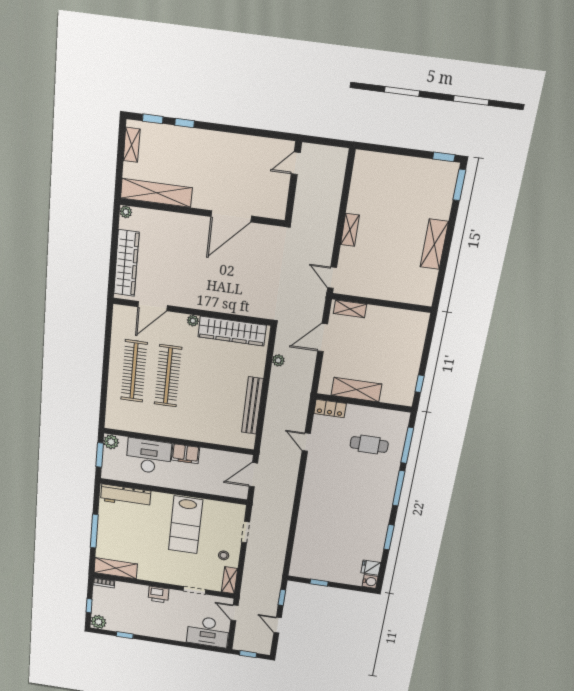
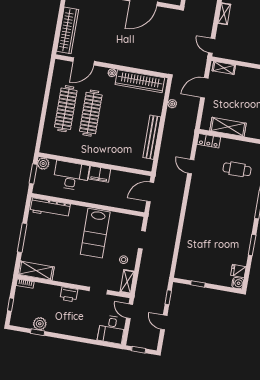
plant: (98, 622) -> (40, 324), moved
desk: (208, 632) -> (111, 329), width x0.73

